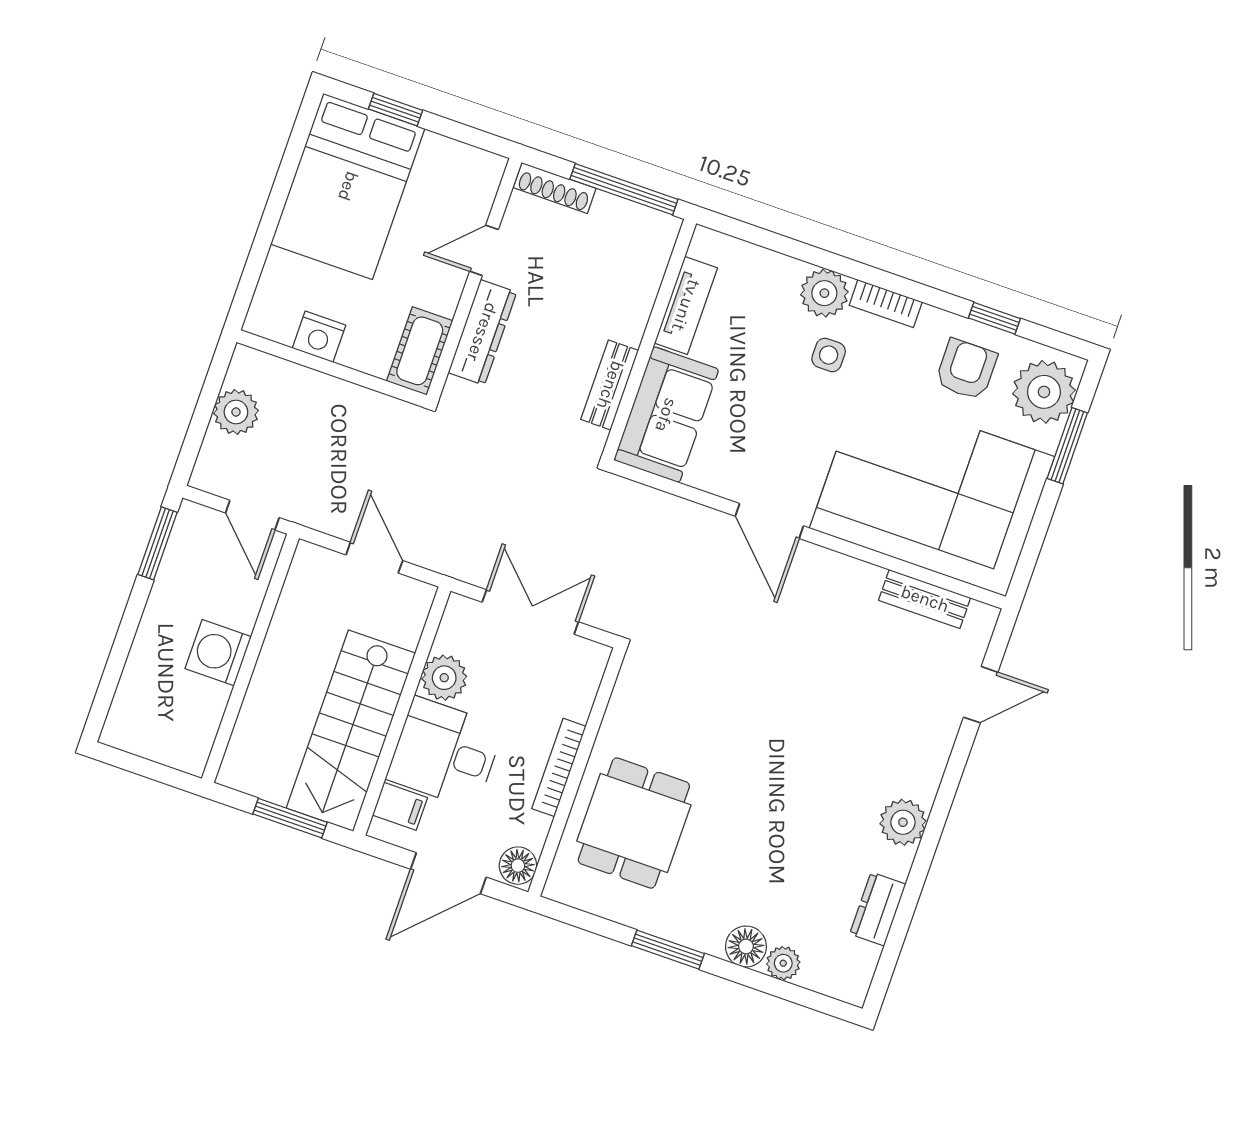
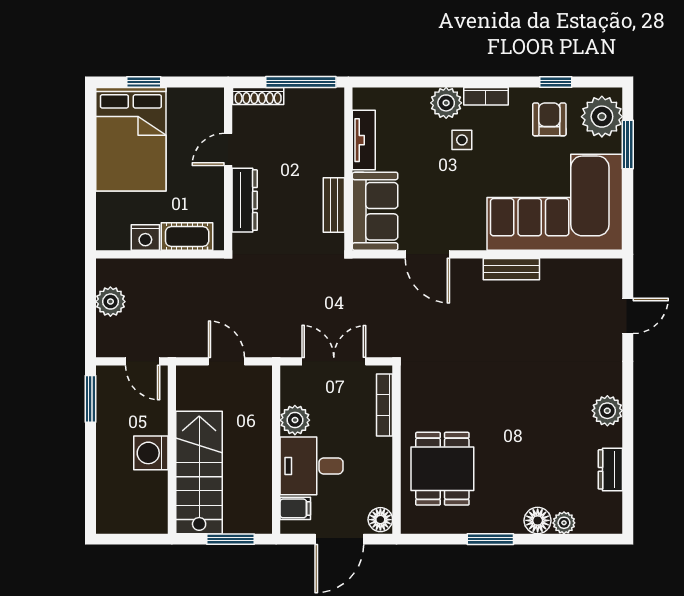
cot: (420, 351) -> (187, 236), moved, turned 90
door: (769, 521) -> (427, 254), moved
bench: (925, 599) -> (511, 269), moved
stairs: (351, 731) -> (199, 472), moved, turned 180
bookcase: (559, 767) -> (385, 405), moved

